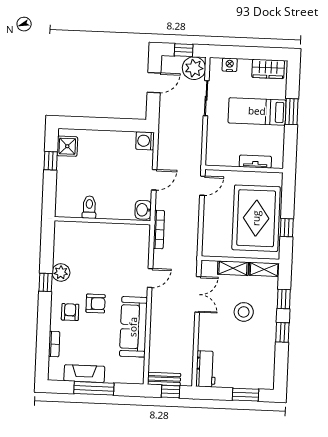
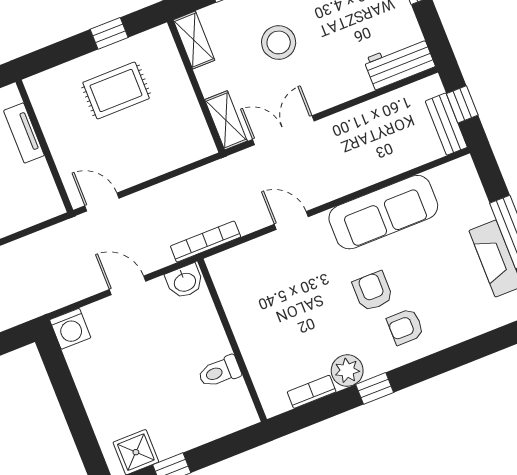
rug: (256, 218) -> (116, 90), width x0.54, depth x0.49
shelving: (233, 268) -> (226, 120), moved
bookcase: (54, 344) -> (312, 392), moved

